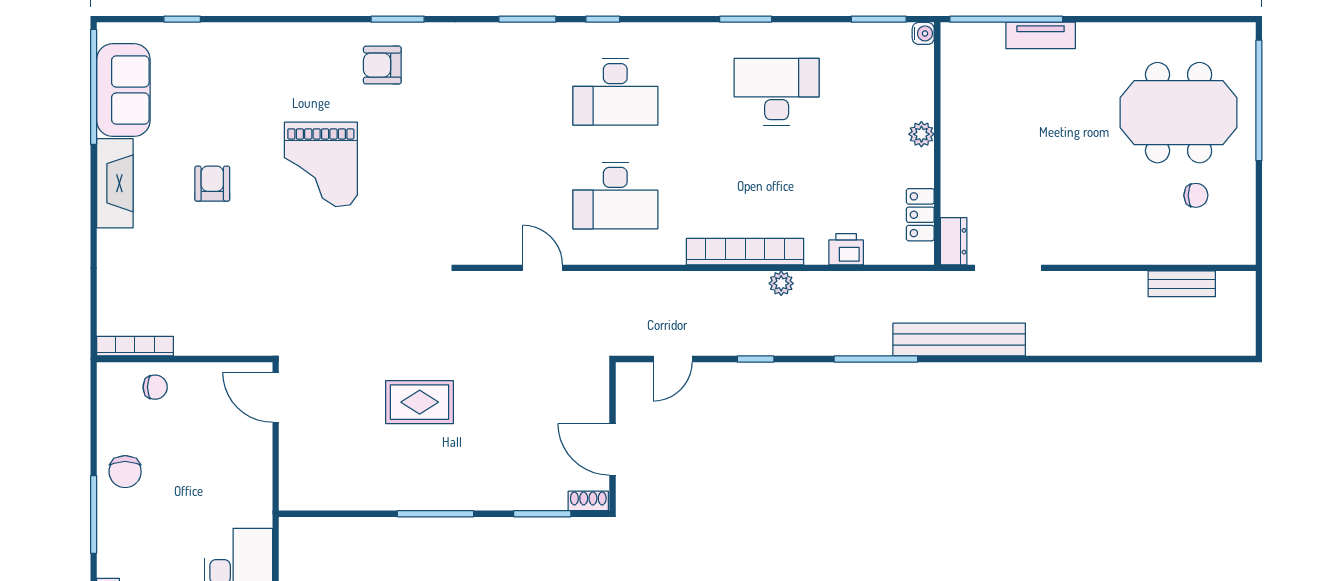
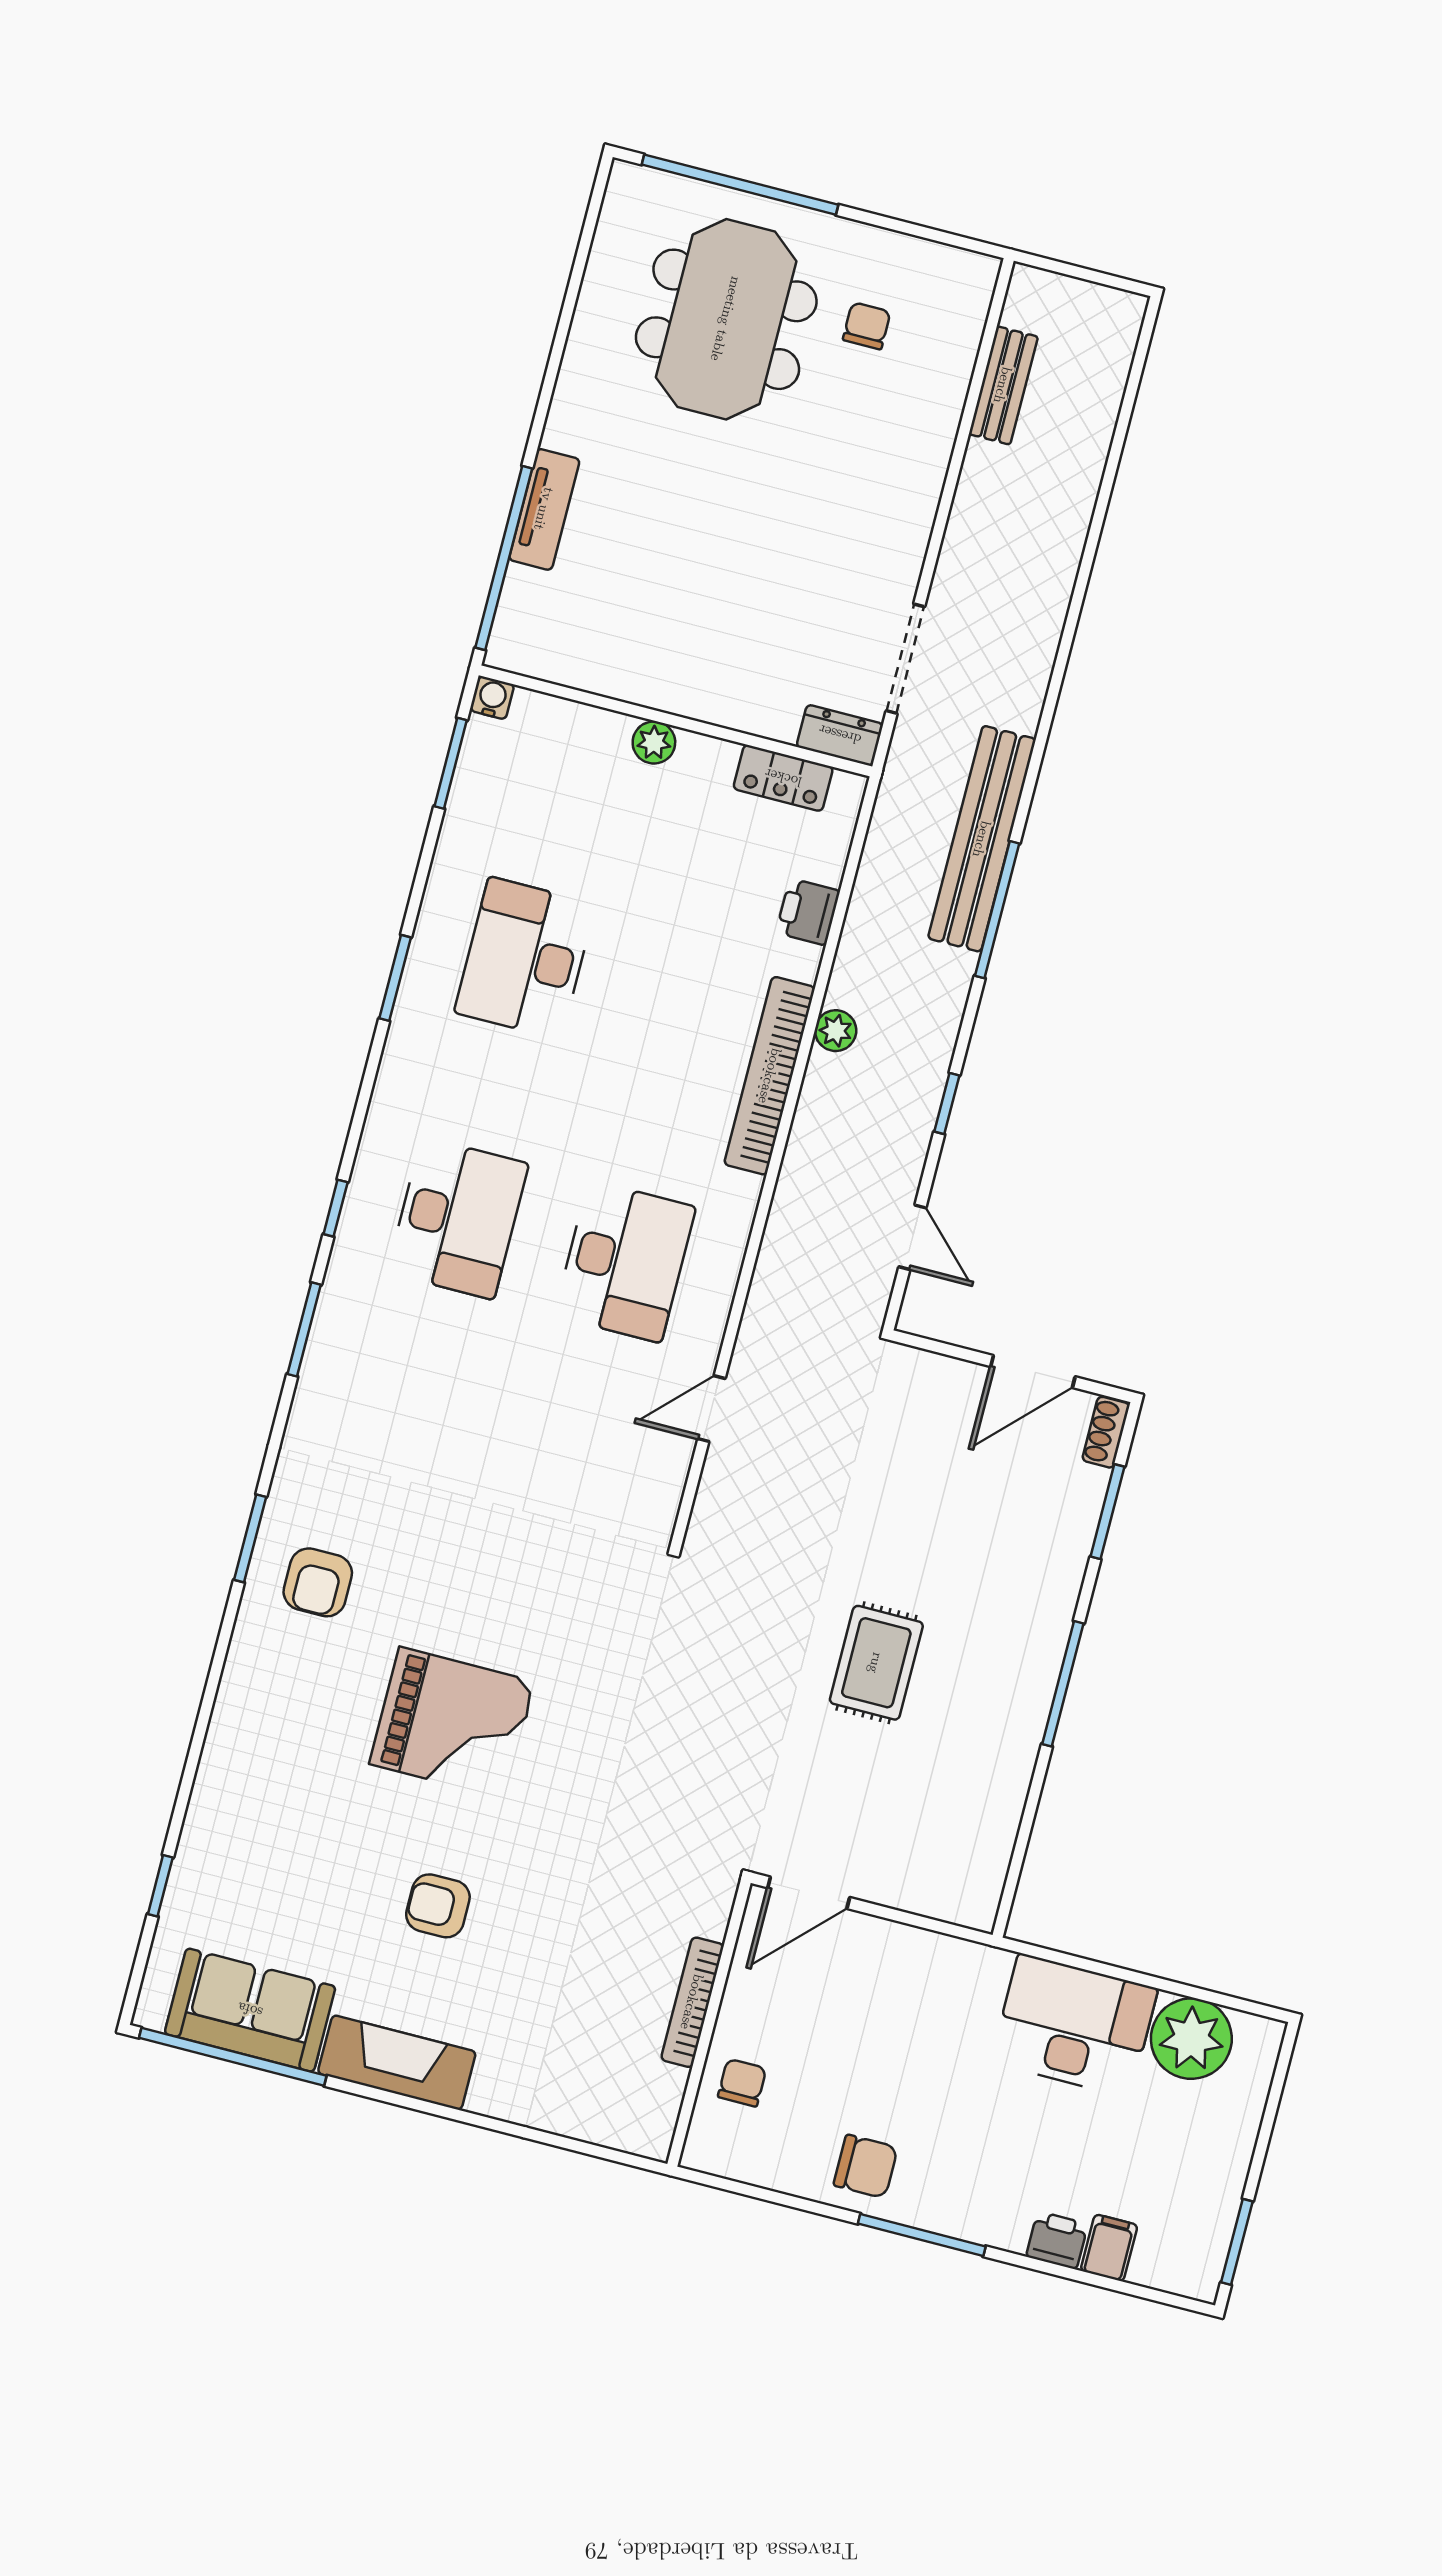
bench: (959, 339) -> (982, 839), moved
bookcase: (135, 346) -> (692, 2002), moved

